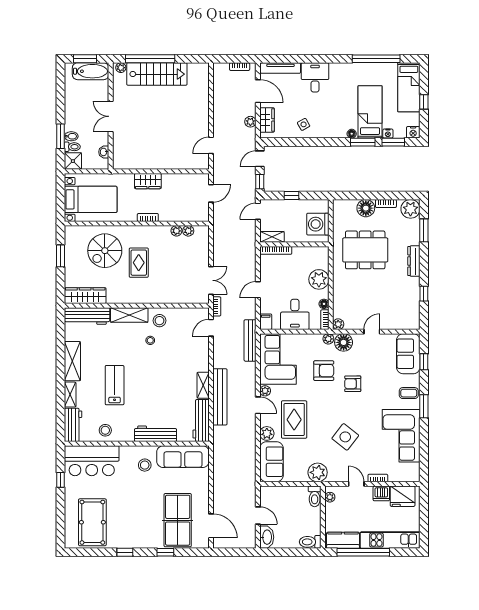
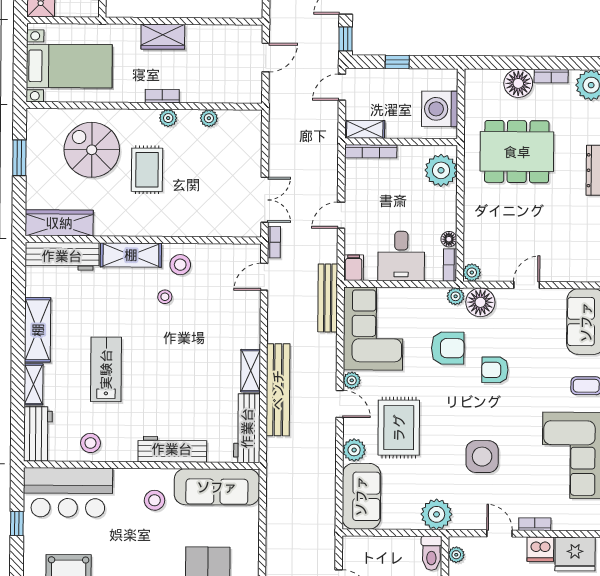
plant: (188, 231) -> (168, 118), moved
spiral stairs: (105, 251) -> (92, 150), turned 90
plant: (319, 279) -> (441, 170), moved
side table: (345, 437) -> (482, 457), turned -38

